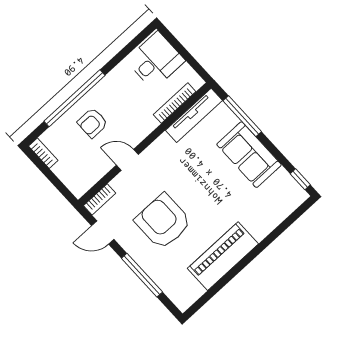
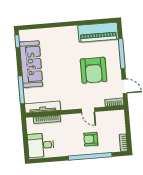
armchair: (93, 123) -> (91, 139), turned 180
sofa: (249, 155) -> (31, 64), width x1.36
piano: (223, 256) -> (98, 32), moved

